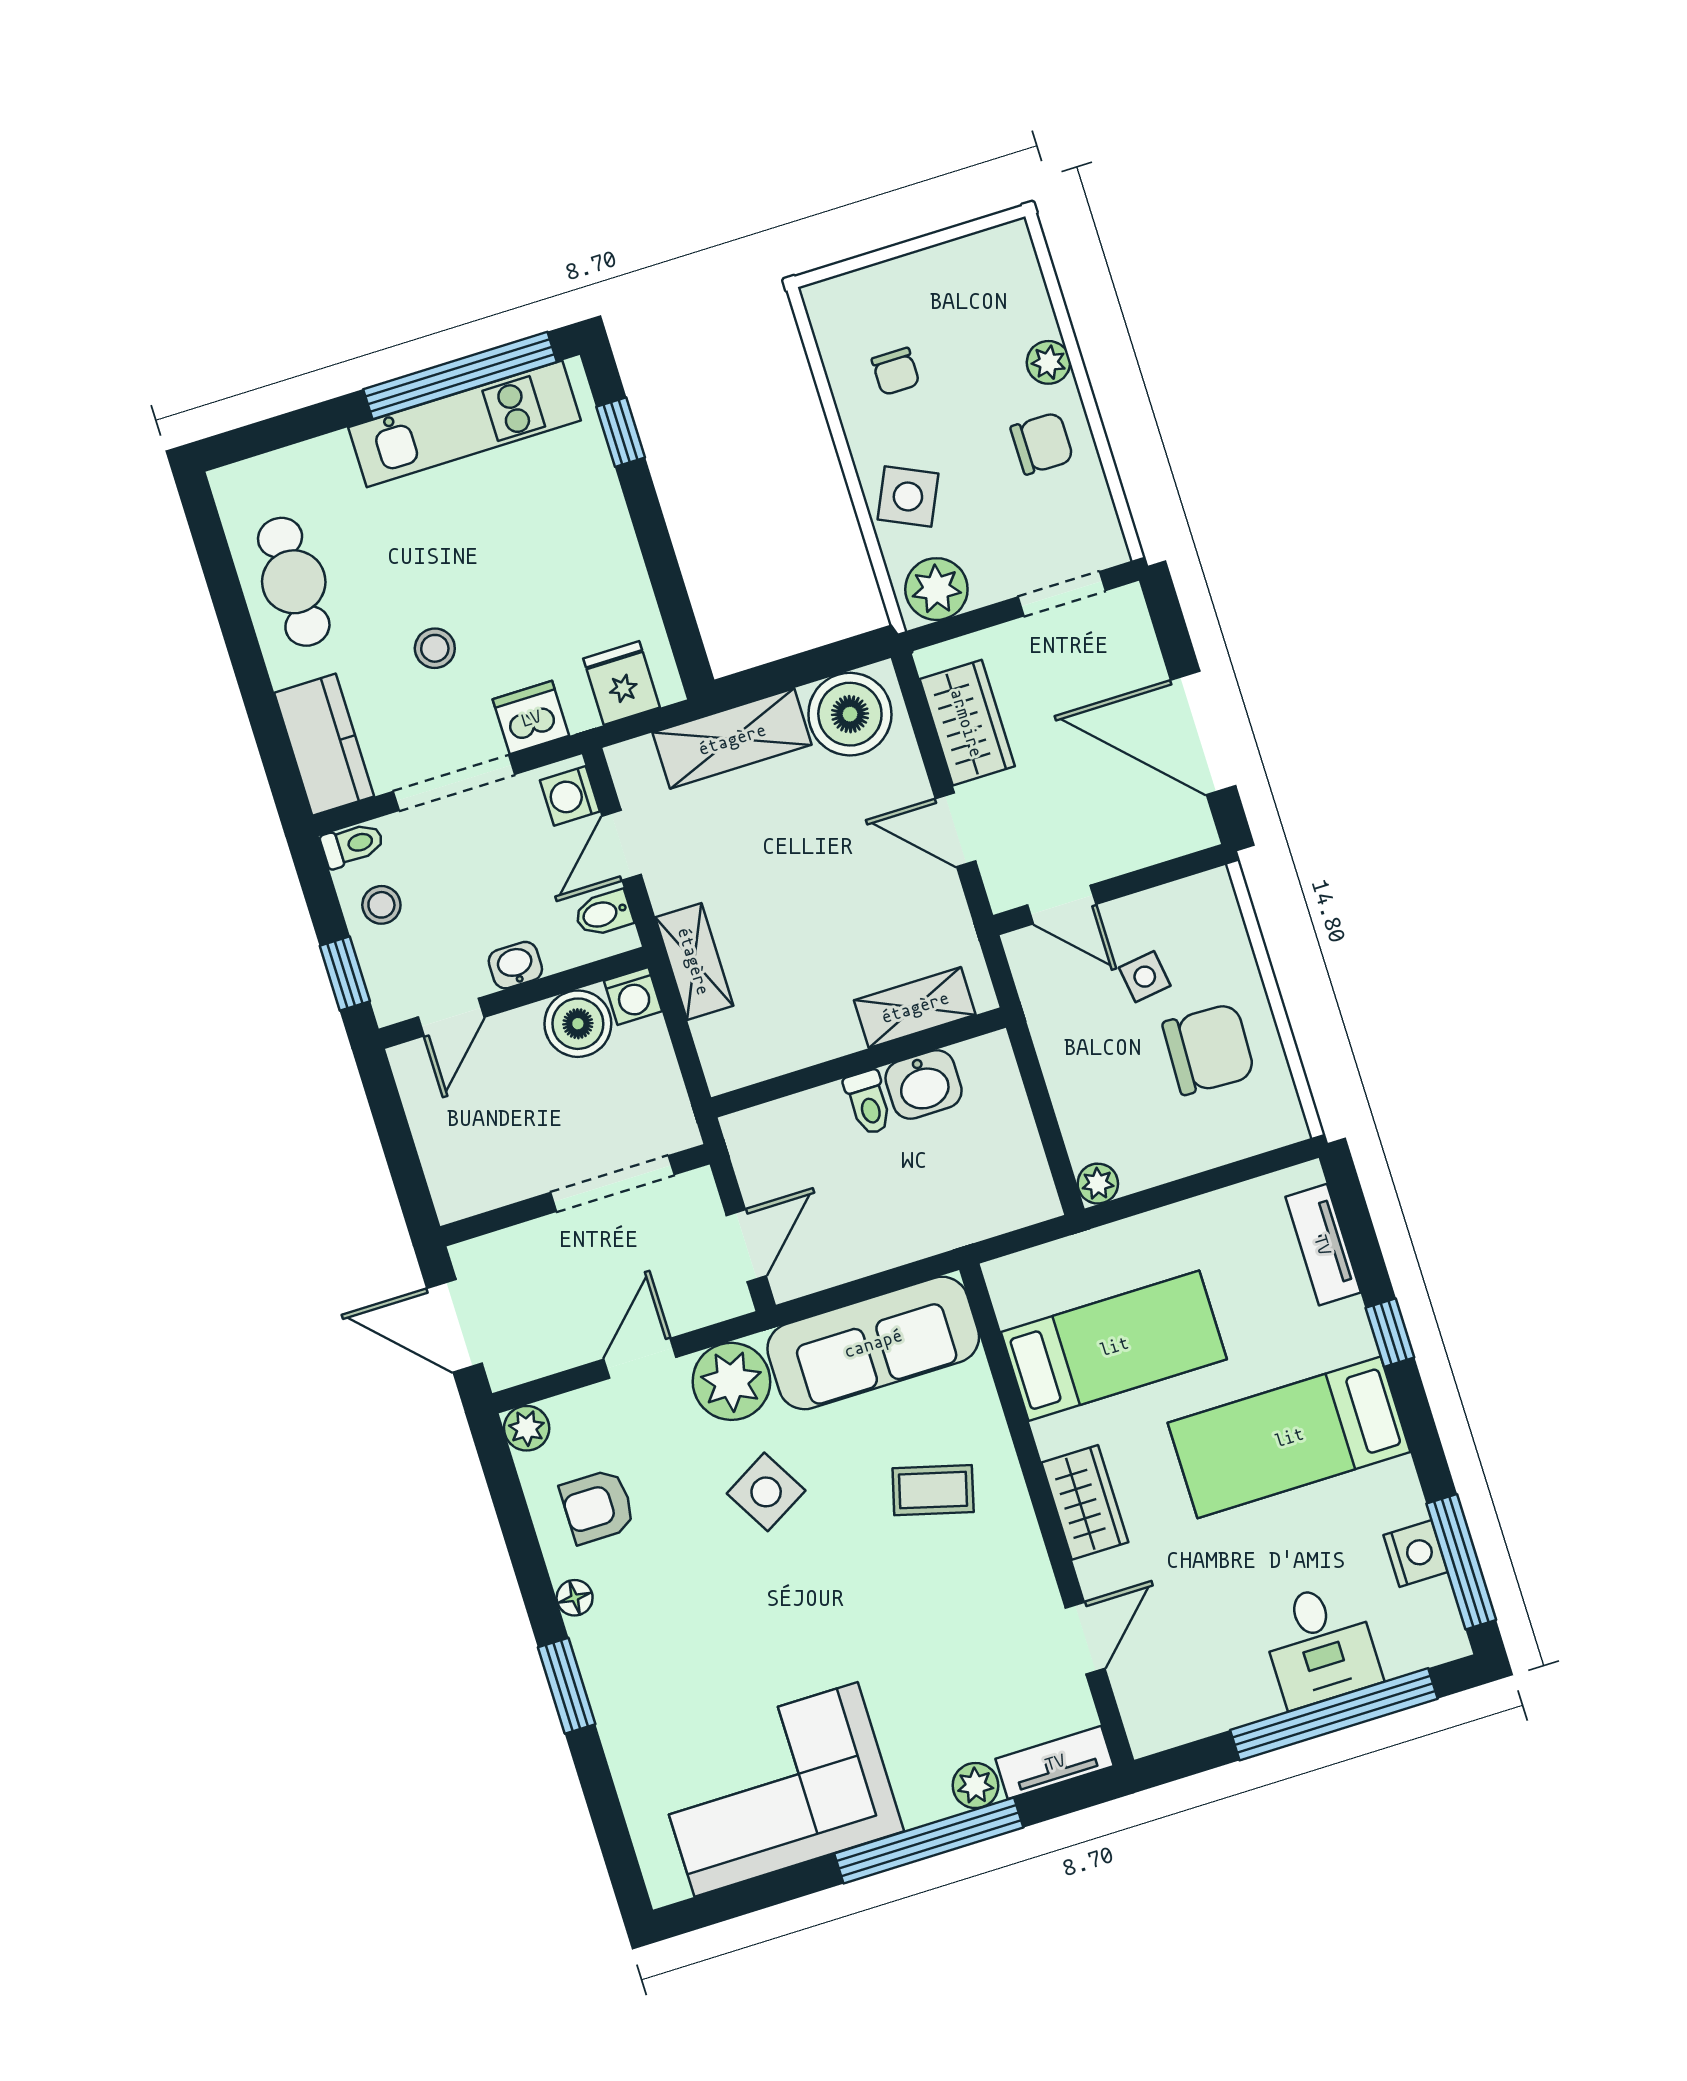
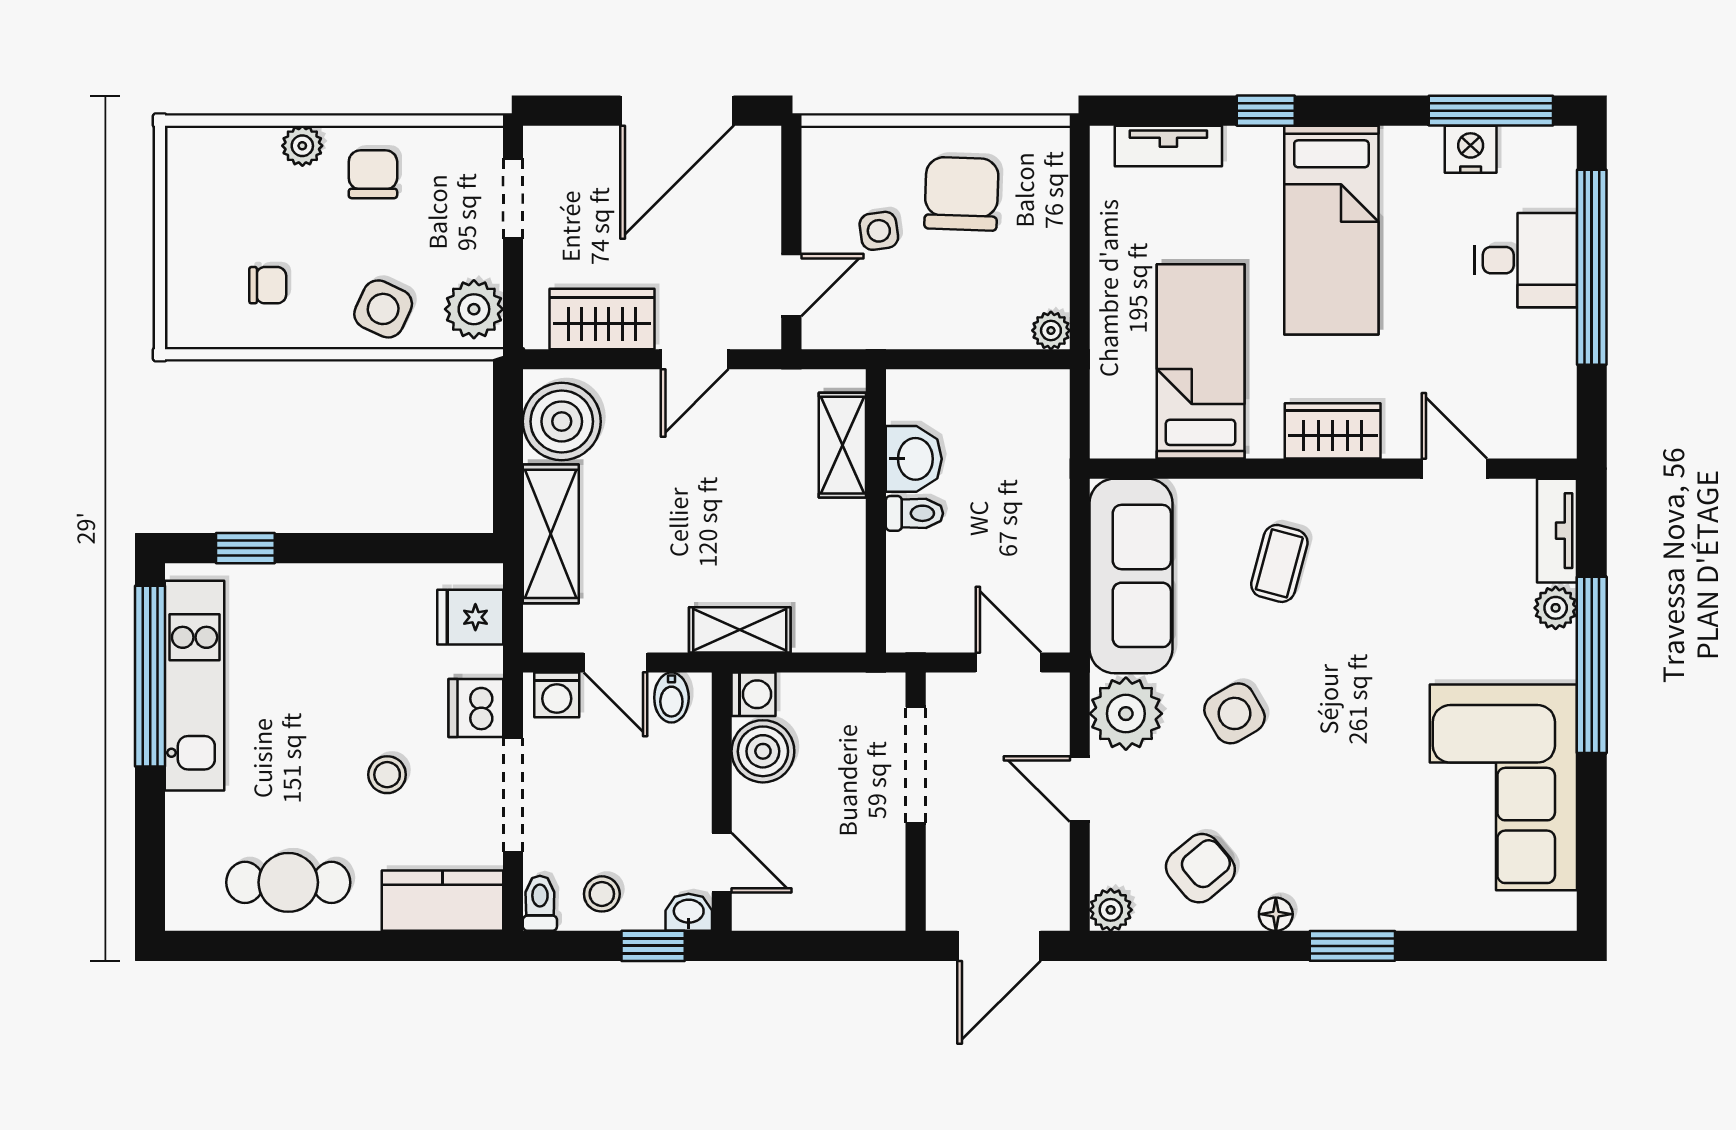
washbasin: (515, 965) -> (689, 912), moved, turned 90
armchair: (598, 1506) -> (1200, 868), turned -130

